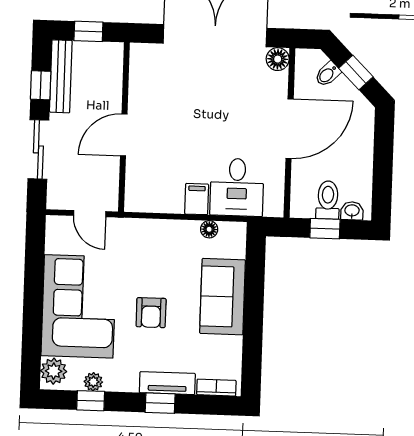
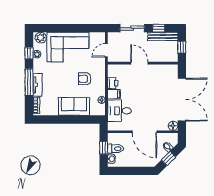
printer: (170, 201) -> (113, 83), added
armchair: (151, 313) -> (85, 79), moved
window: (160, 403) -> (29, 82), width x2.17

